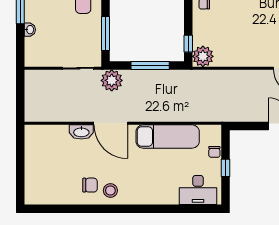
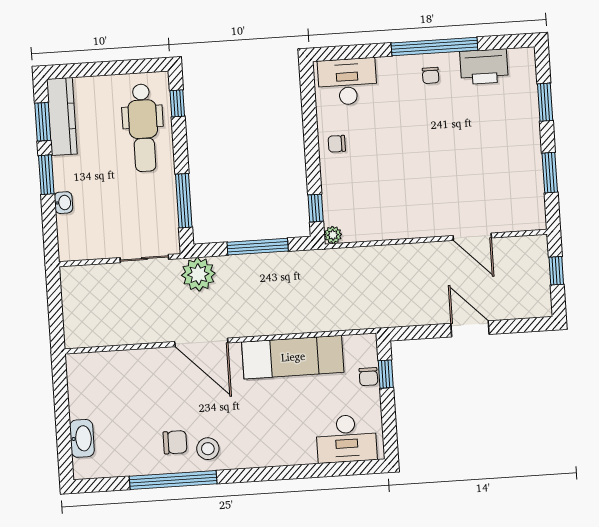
plant: (203, 56) -> (333, 235), width x0.53, depth x0.53
washbasin: (81, 132) -> (82, 438), moved, turned -90
window: (225, 168) -> (386, 374), moved
window: (87, 209) -> (173, 480), added

